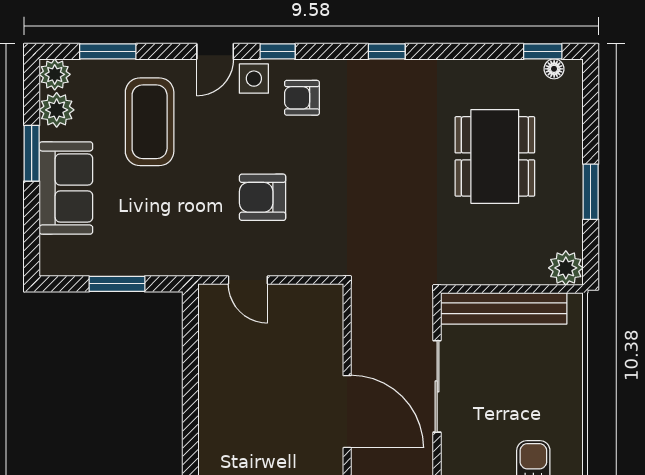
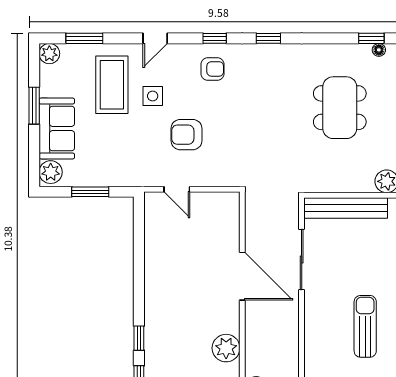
window: (278, 51) -> (215, 38), moved
side table: (254, 79) -> (153, 96), moved
armchair: (302, 98) -> (212, 69), turned 180
plant: (57, 110) -> (51, 172), moved

